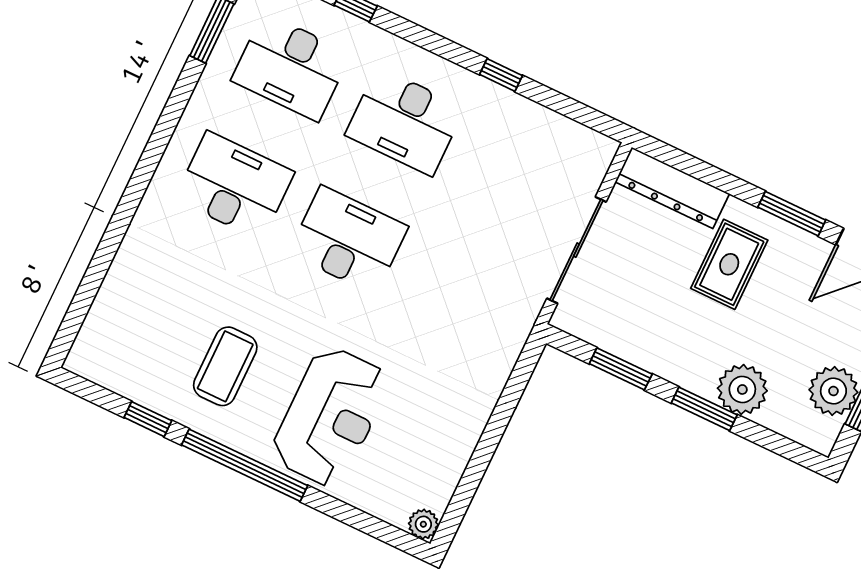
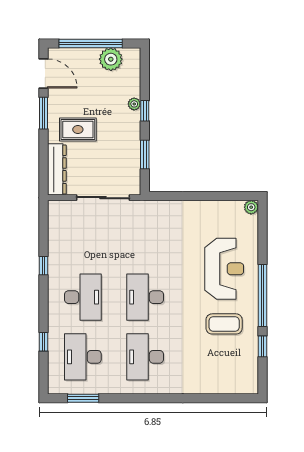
desk: (291, 67) -> (83, 357), turned 180
plant: (742, 389) -> (134, 104), width x0.53, depth x0.53
window: (704, 409) -> (145, 111), width x0.67
reception desk: (330, 417) -> (224, 269), turned 90

